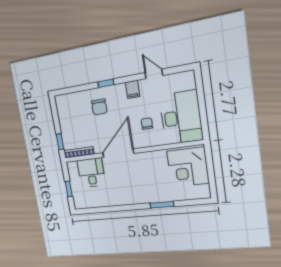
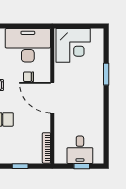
window: (60, 142) -> (20, 166), moved
door: (118, 153) -> (52, 98), moved
desk: (91, 173) -> (80, 150), moved, turned -90

